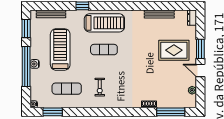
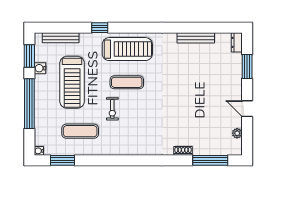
treadmill: (60, 49) -> (72, 82), turned 180
window: (200, 49) -> (247, 67), moved
rug: (174, 50) -> (214, 83), removed
water cooler: (35, 64) -> (40, 68), moved
exercise bike: (100, 87) -> (112, 109), moved

